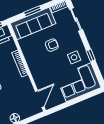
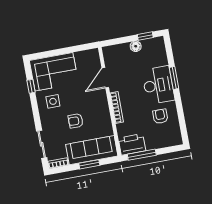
window: (91, 55) -> (31, 86), moved
door: (40, 99) -> (105, 78), moved

